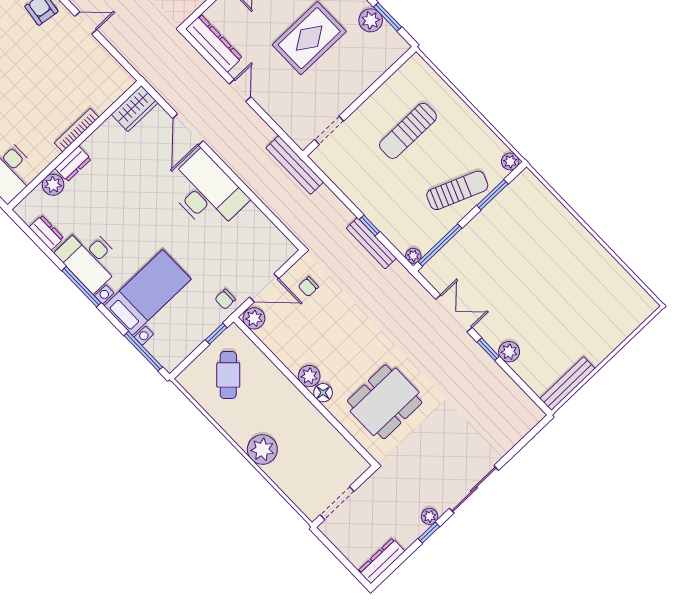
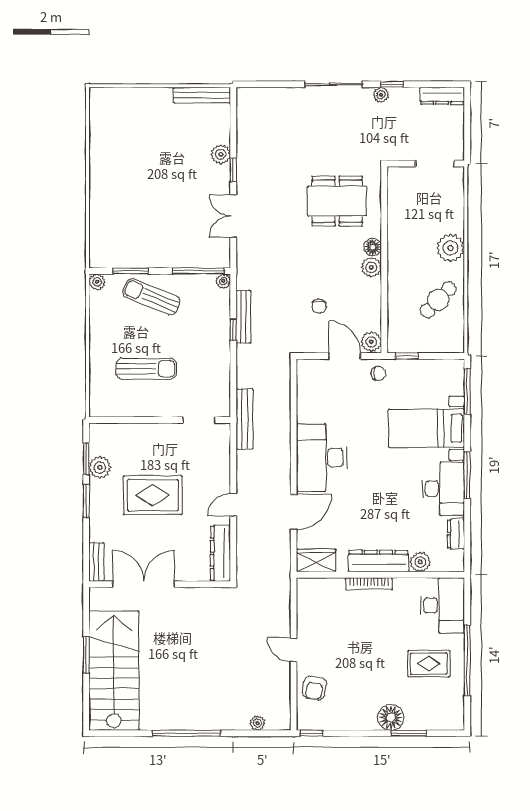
dresser: (73, 164) -> (378, 561), width x1.96, depth x1.24
chair: (308, 287) -> (319, 306), moved, turned 90
cafe table: (228, 375) -> (438, 300), moved

